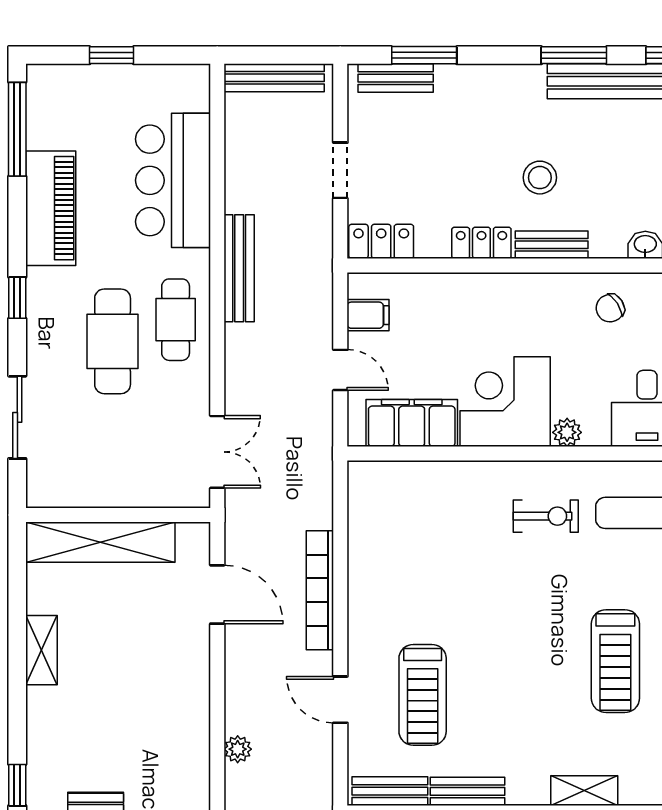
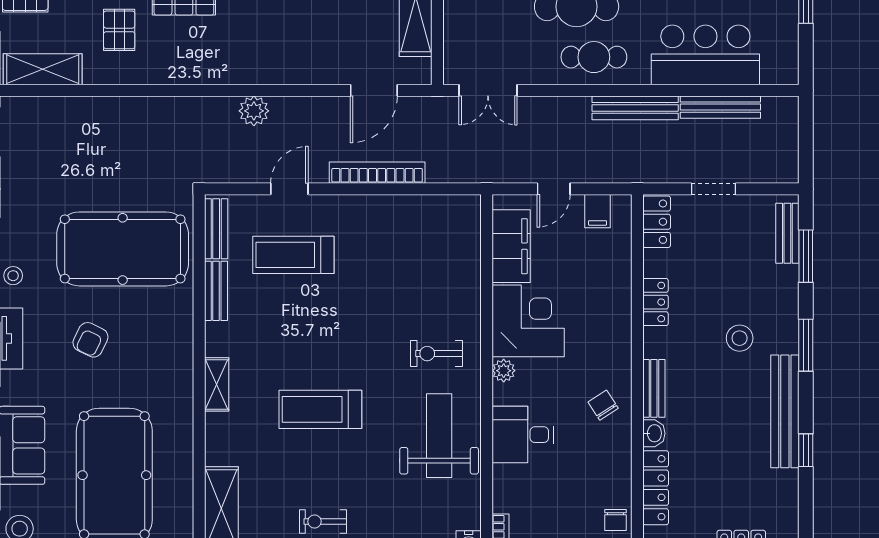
window: (574, 55) -> (806, 345), moved
bench: (274, 78) -> (720, 107), moved, turned 90
stool: (540, 178) -> (740, 338), moved
bench: (552, 245) -> (654, 388), moved
exercise bike: (546, 516) -> (437, 354), turned 90
plant: (238, 749) -> (254, 111), width x1.38, depth x1.38

